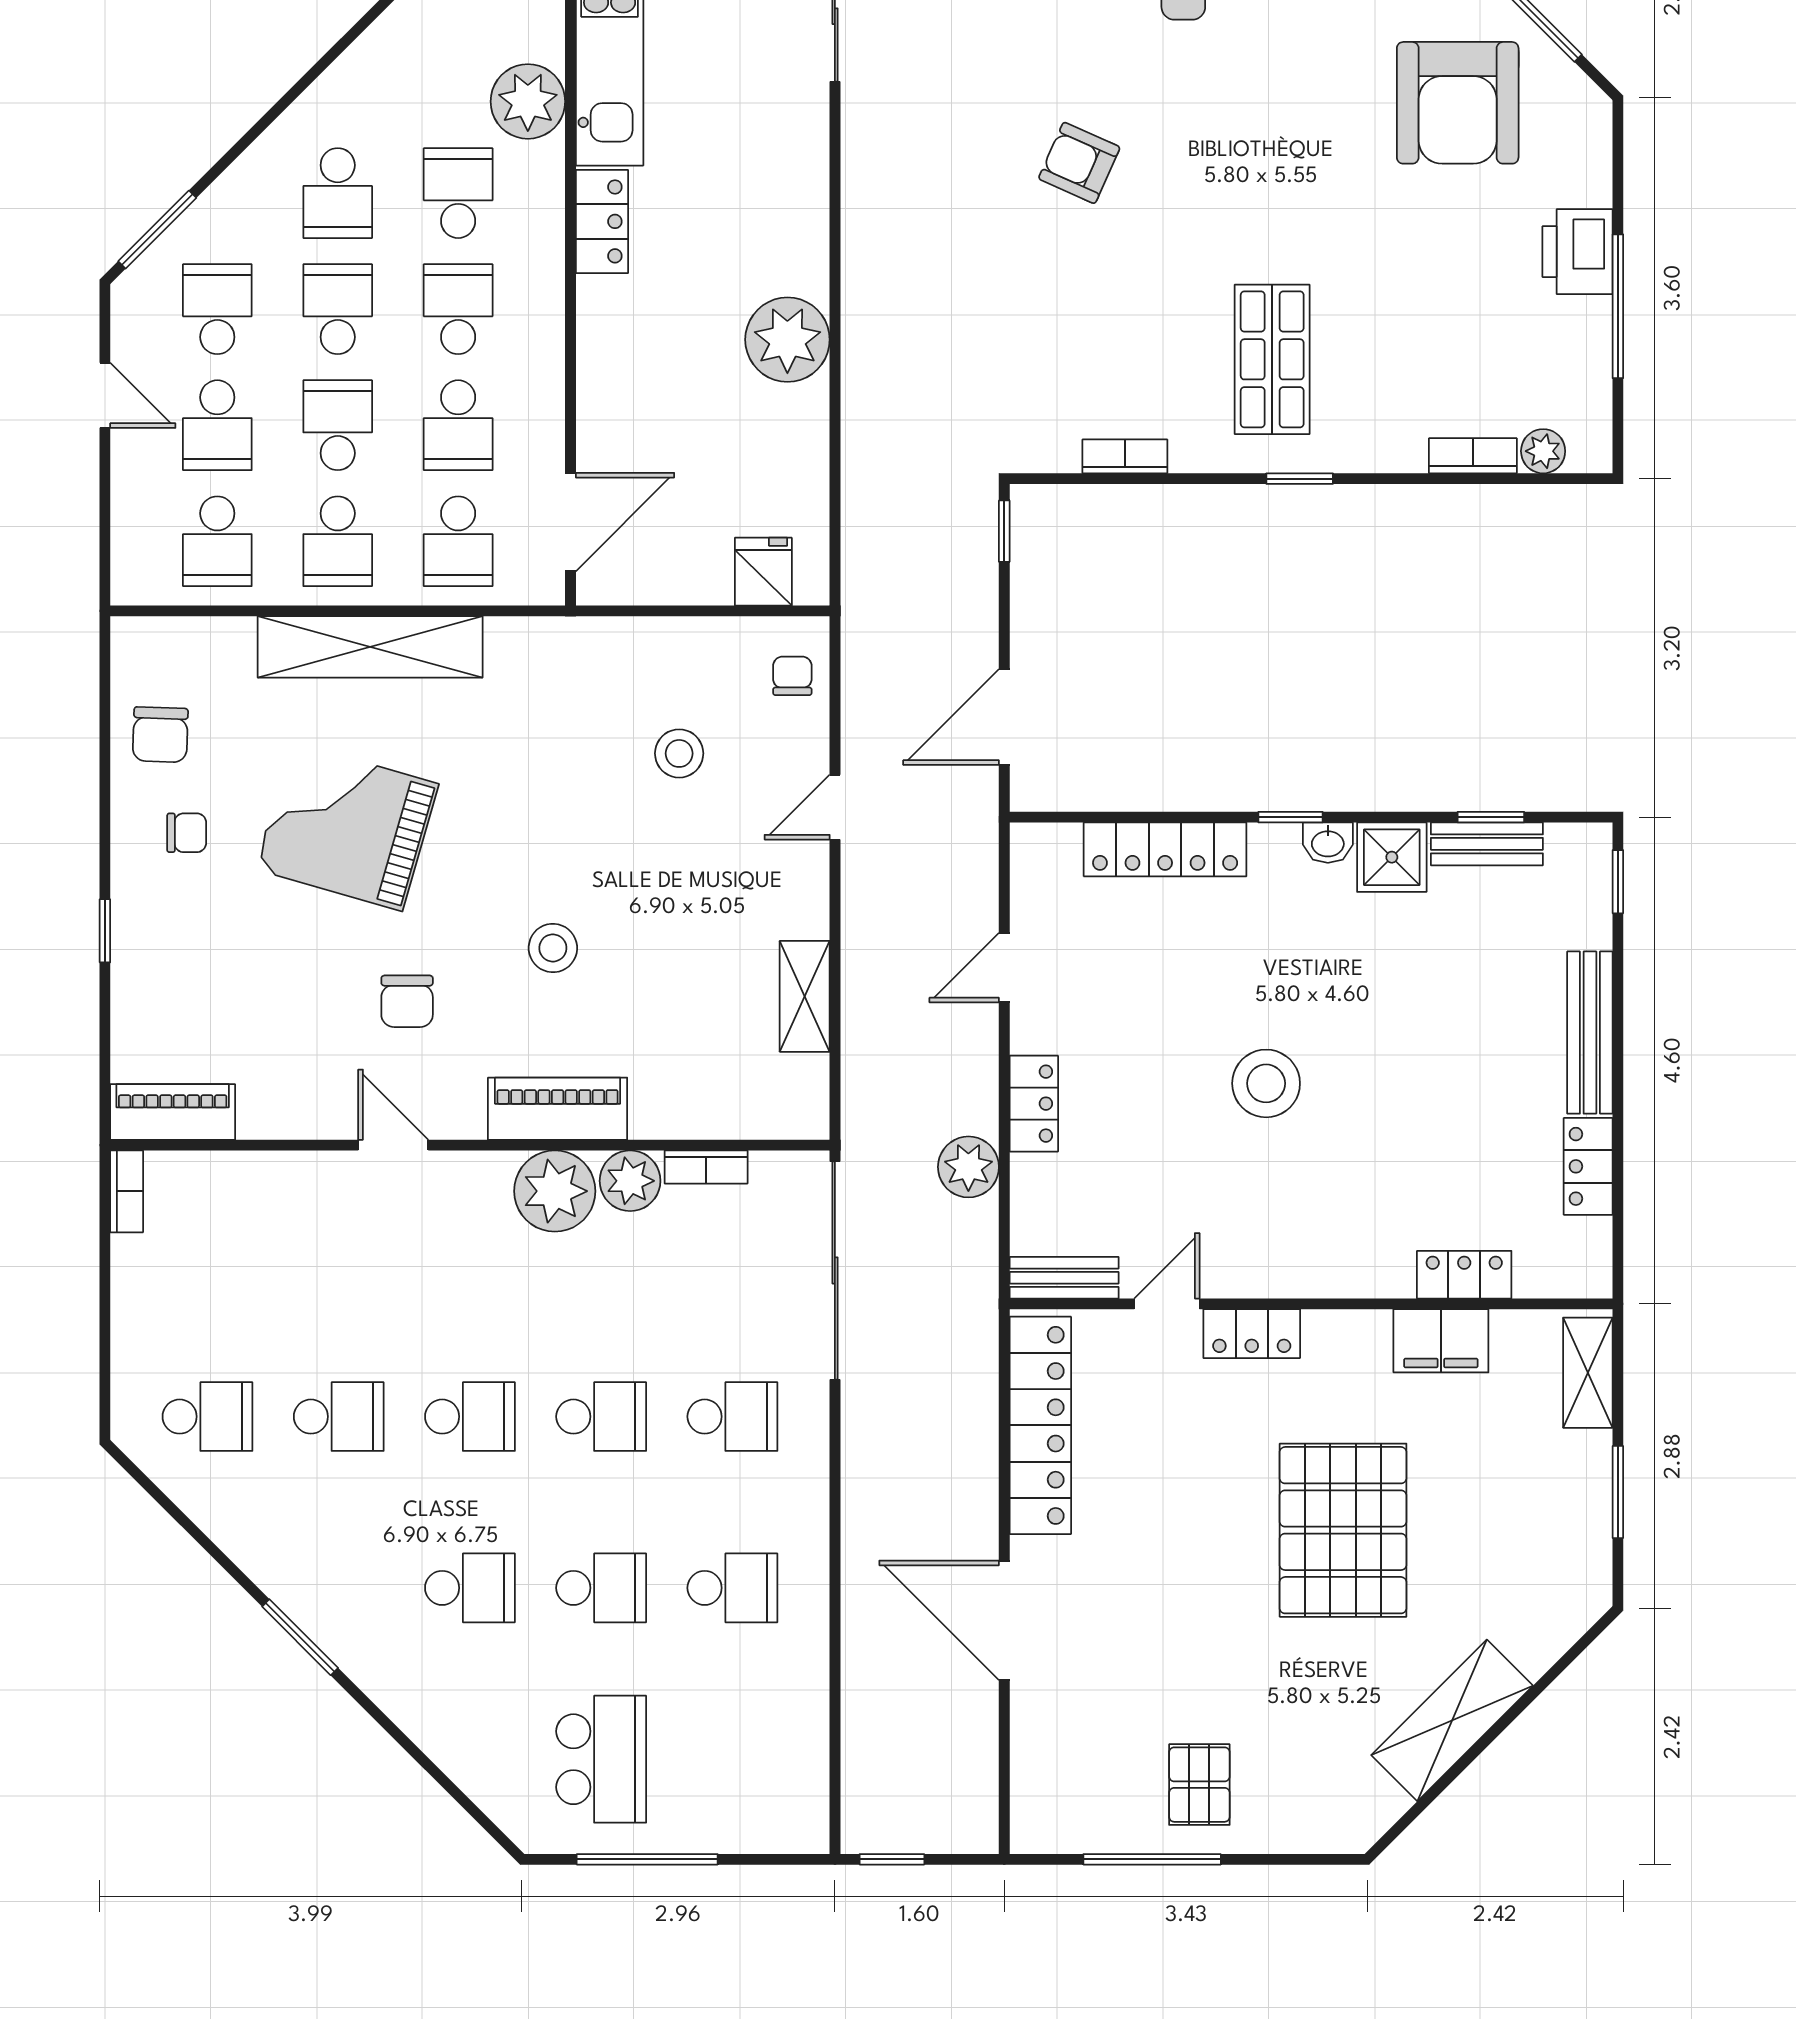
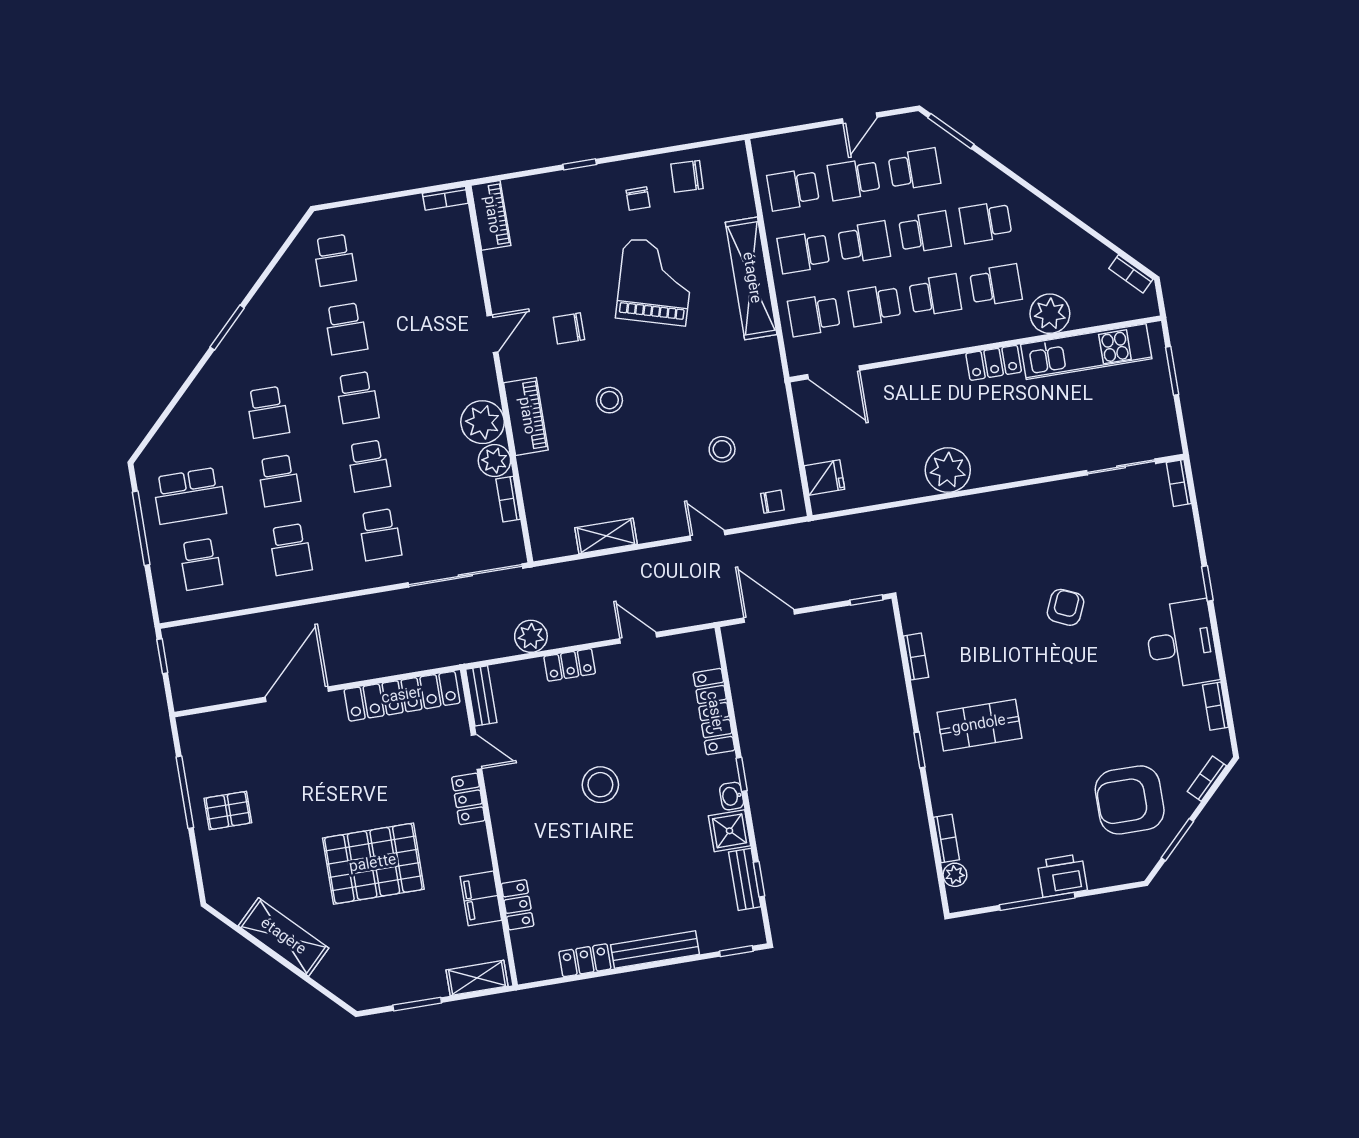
school desk: (732, 1759) -> (201, 564), added

